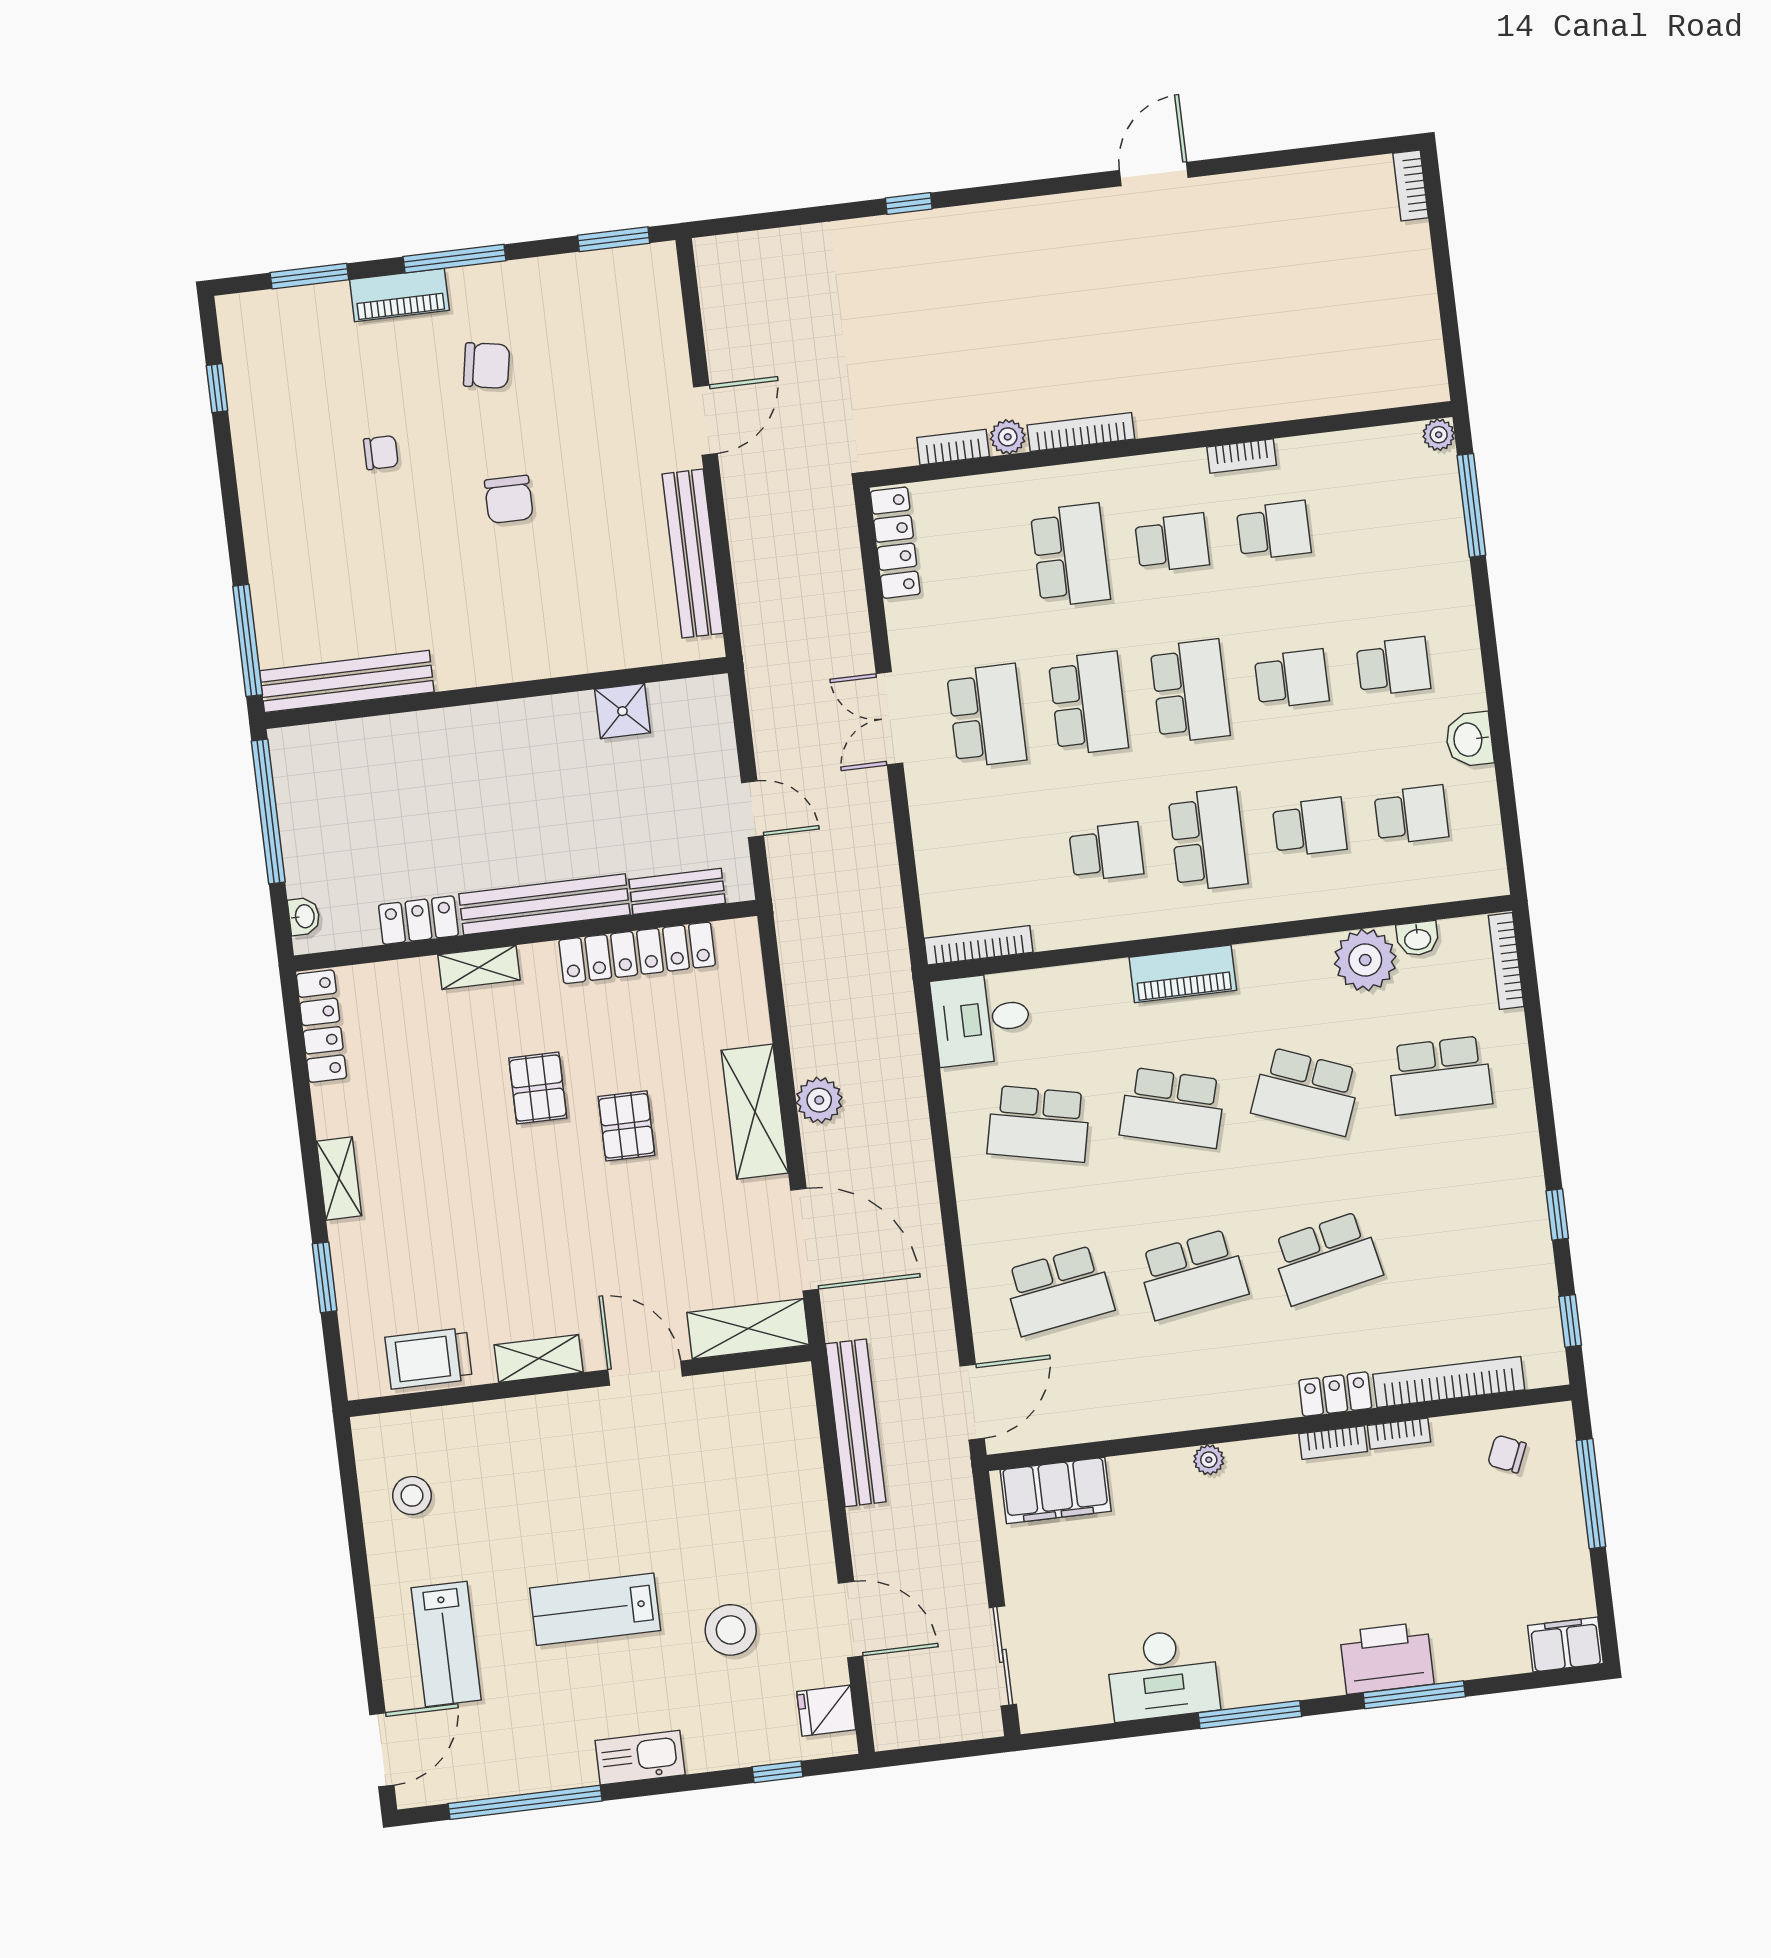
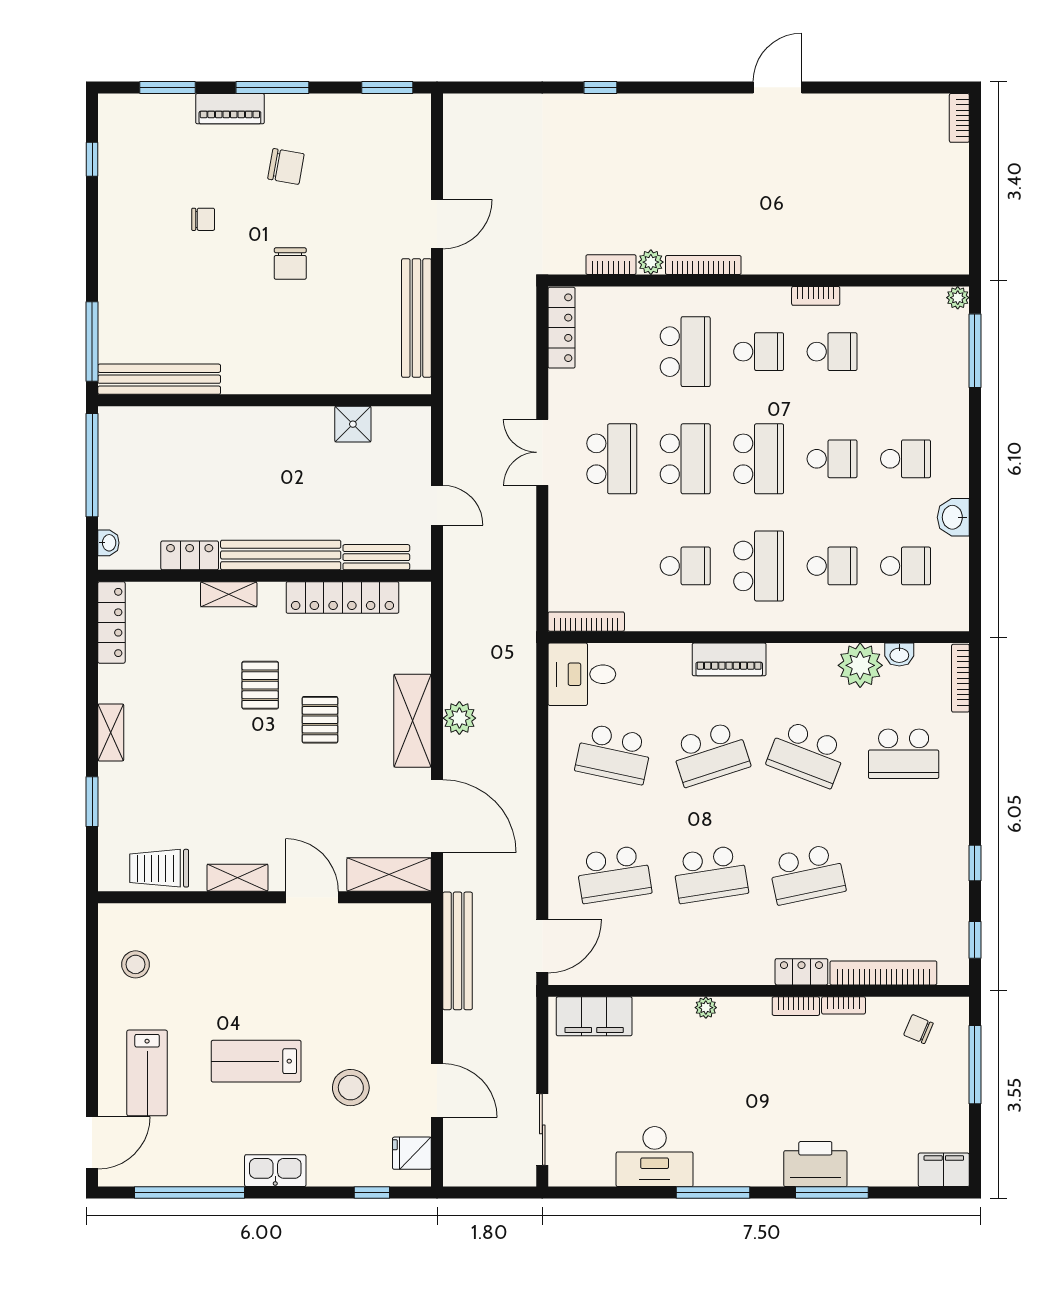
school desk: (1173, 1108) -> (710, 754), turned -33

